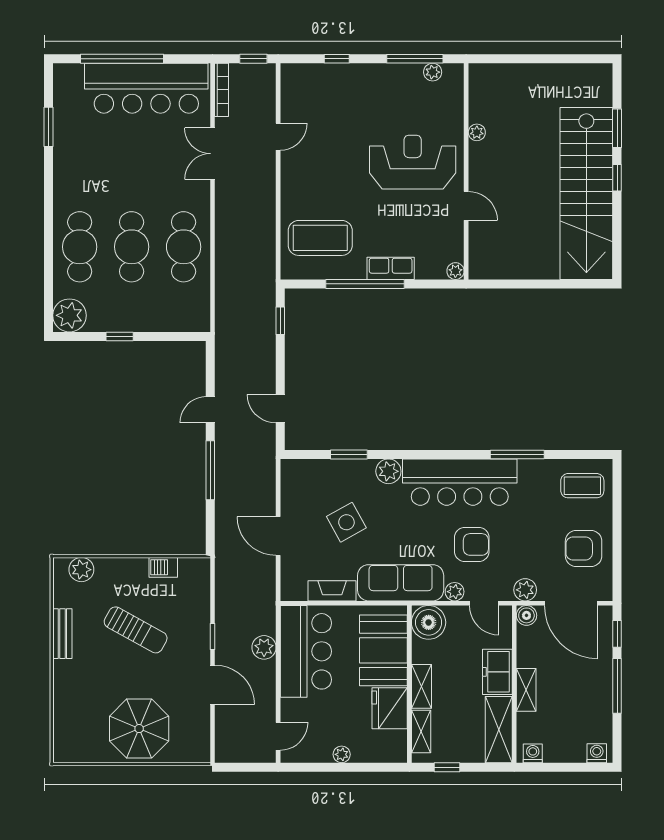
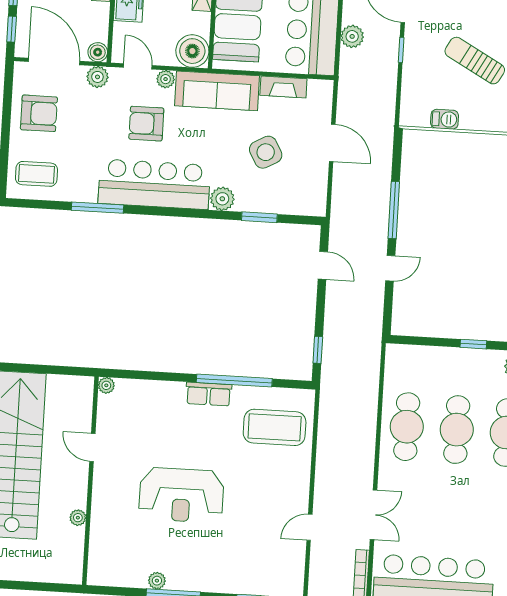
plant: (477, 132) -> (78, 518), moved
wall: (466, 171) -> (90, 481), moved
door: (466, 206) -> (92, 447), moved
plant: (455, 271) -> (106, 385), moved

